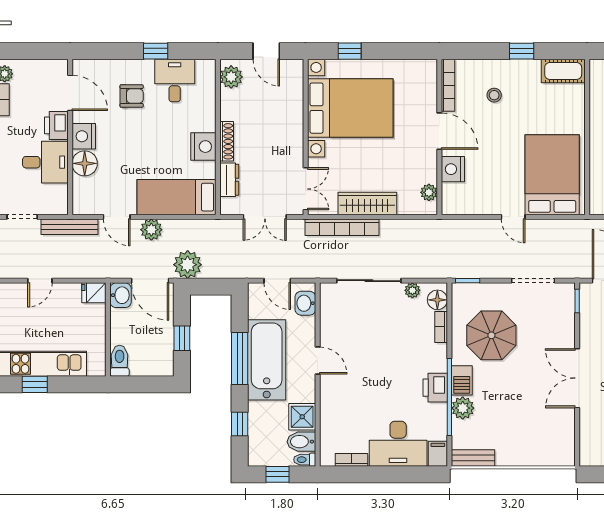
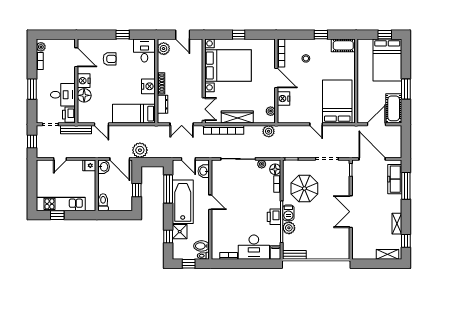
window: (350, 51) -> (239, 35), moved
desk: (175, 81) -> (144, 51), moved
printer: (56, 125) -> (69, 115), moved
plant: (151, 230) -> (269, 131), moved
window: (240, 359) -> (168, 189), moved
shower: (302, 417) -> (180, 232), moved

